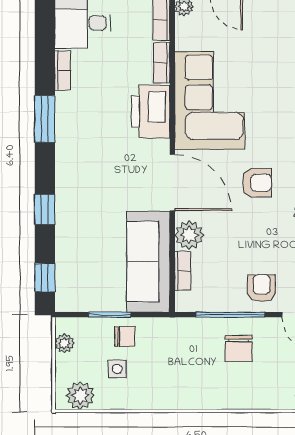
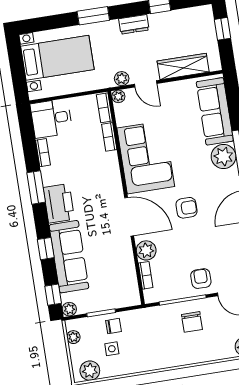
printer: (151, 112) -> (59, 203), moved, turned 180
sofa: (148, 262) -> (69, 257), moved, turned 180
plant: (65, 302) -> (69, 309), added

